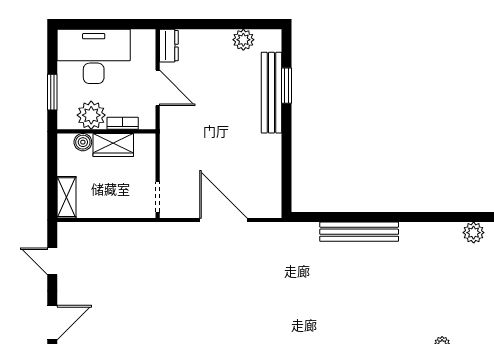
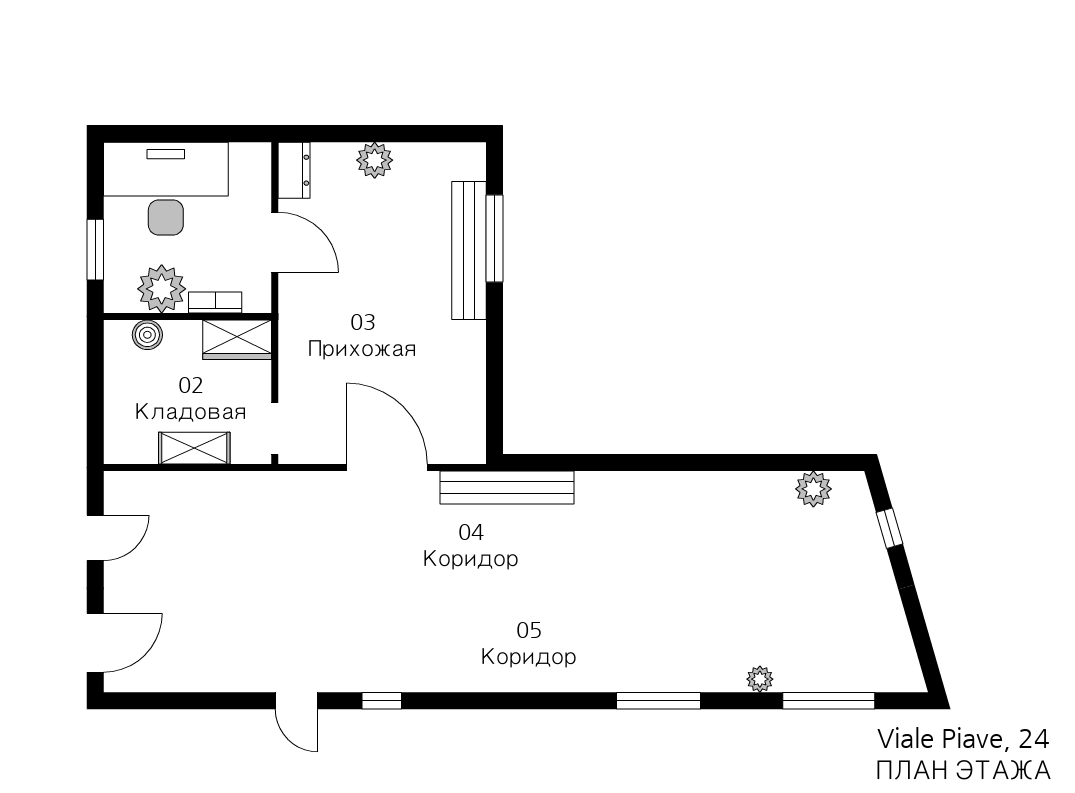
plant: (243, 40) -> (375, 160), moved
window: (286, 86) -> (495, 238), width x1.44
wardrobe: (113, 145) -> (237, 340), moved
shelving: (67, 197) -> (194, 448), moved, turned 90
bench: (359, 232) -> (507, 488), moved
door: (52, 261) -> (95, 538), swing flipped

